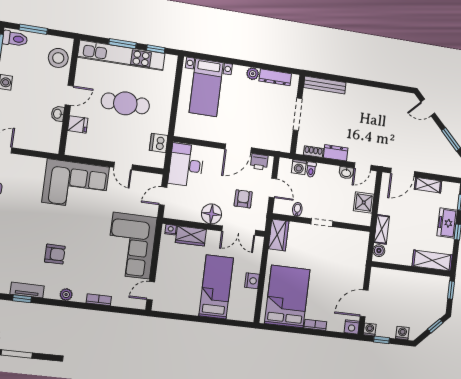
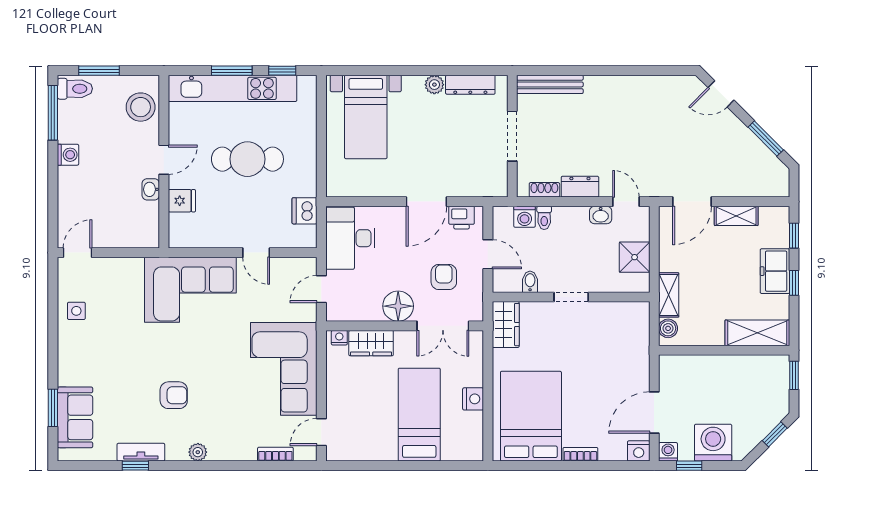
door: (363, 166) -> (626, 202), swing flipped
bookcase: (99, 300) -> (275, 454), moved
washing machine: (402, 333) -> (713, 443), width x1.89, depth x1.89

